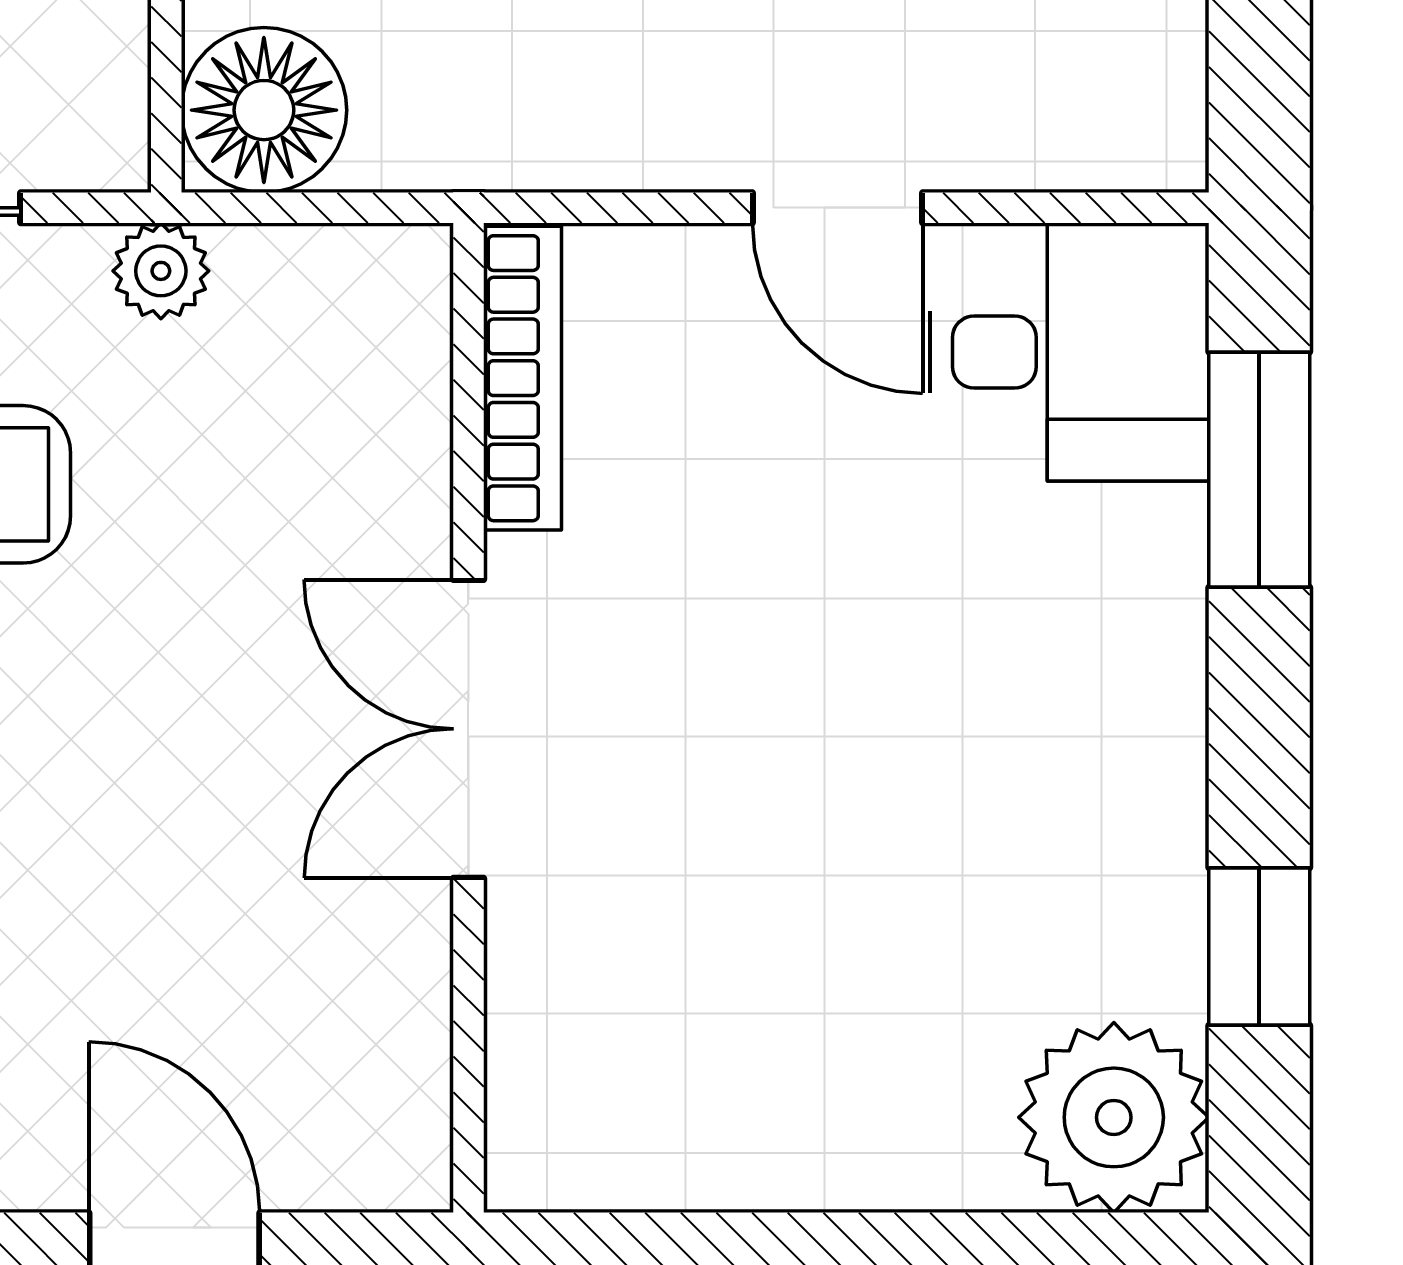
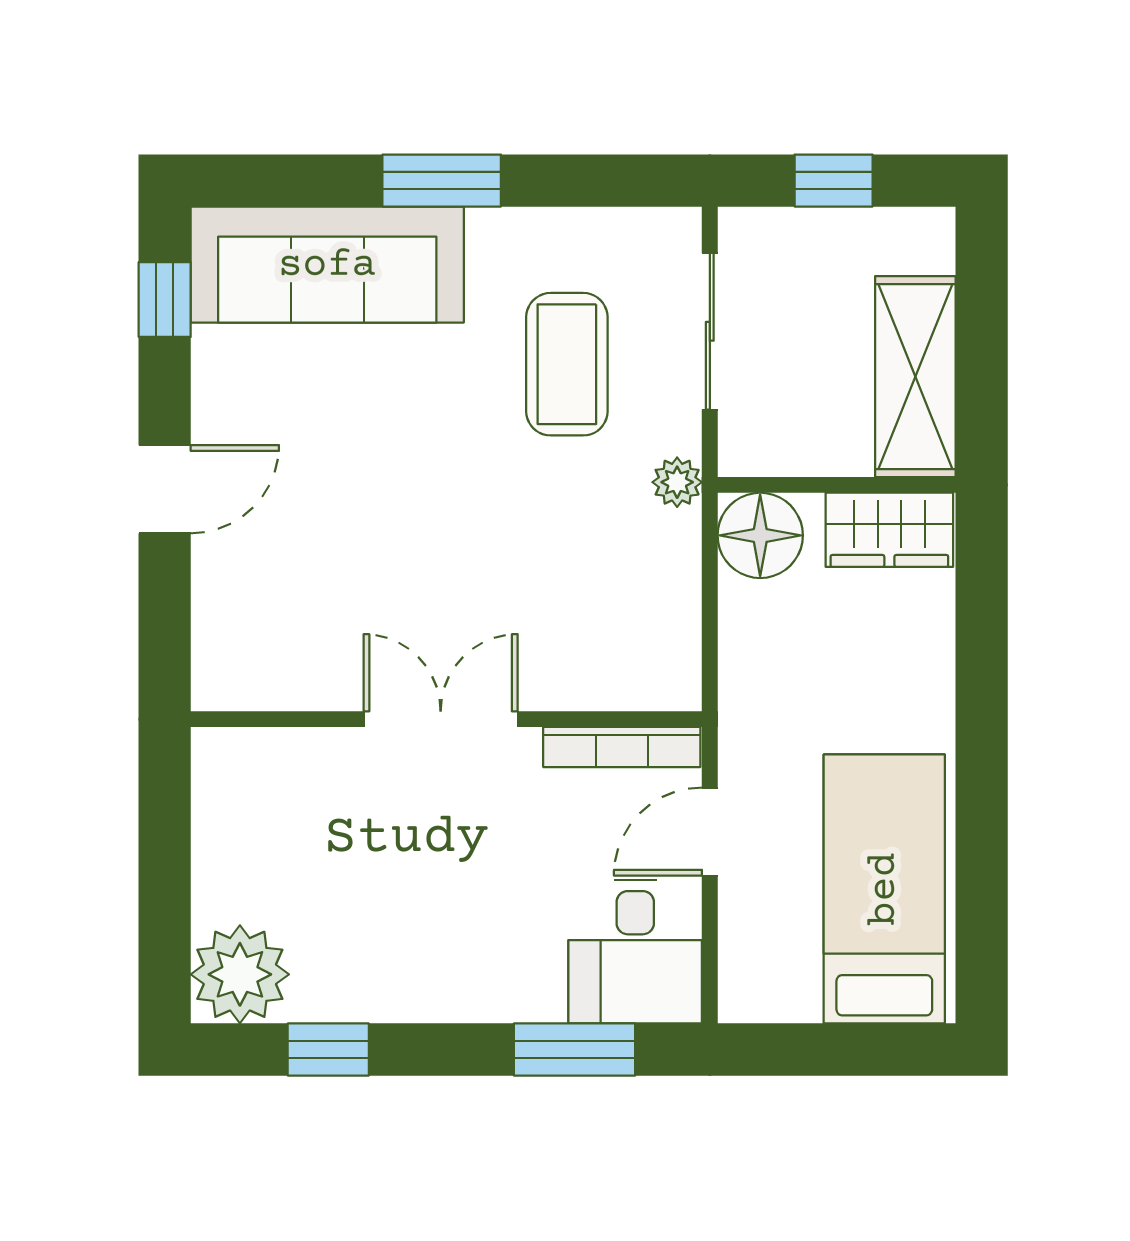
bookcase: (523, 378) -> (622, 747), moved
wall: (468, 718) -> (446, 719), moved
double door: (468, 729) -> (441, 719), moved

